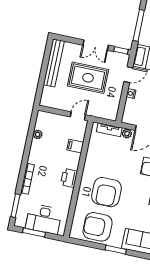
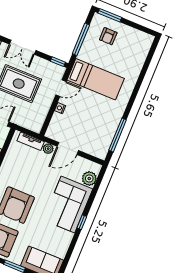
double door: (96, 45) -> (23, 47), moved

